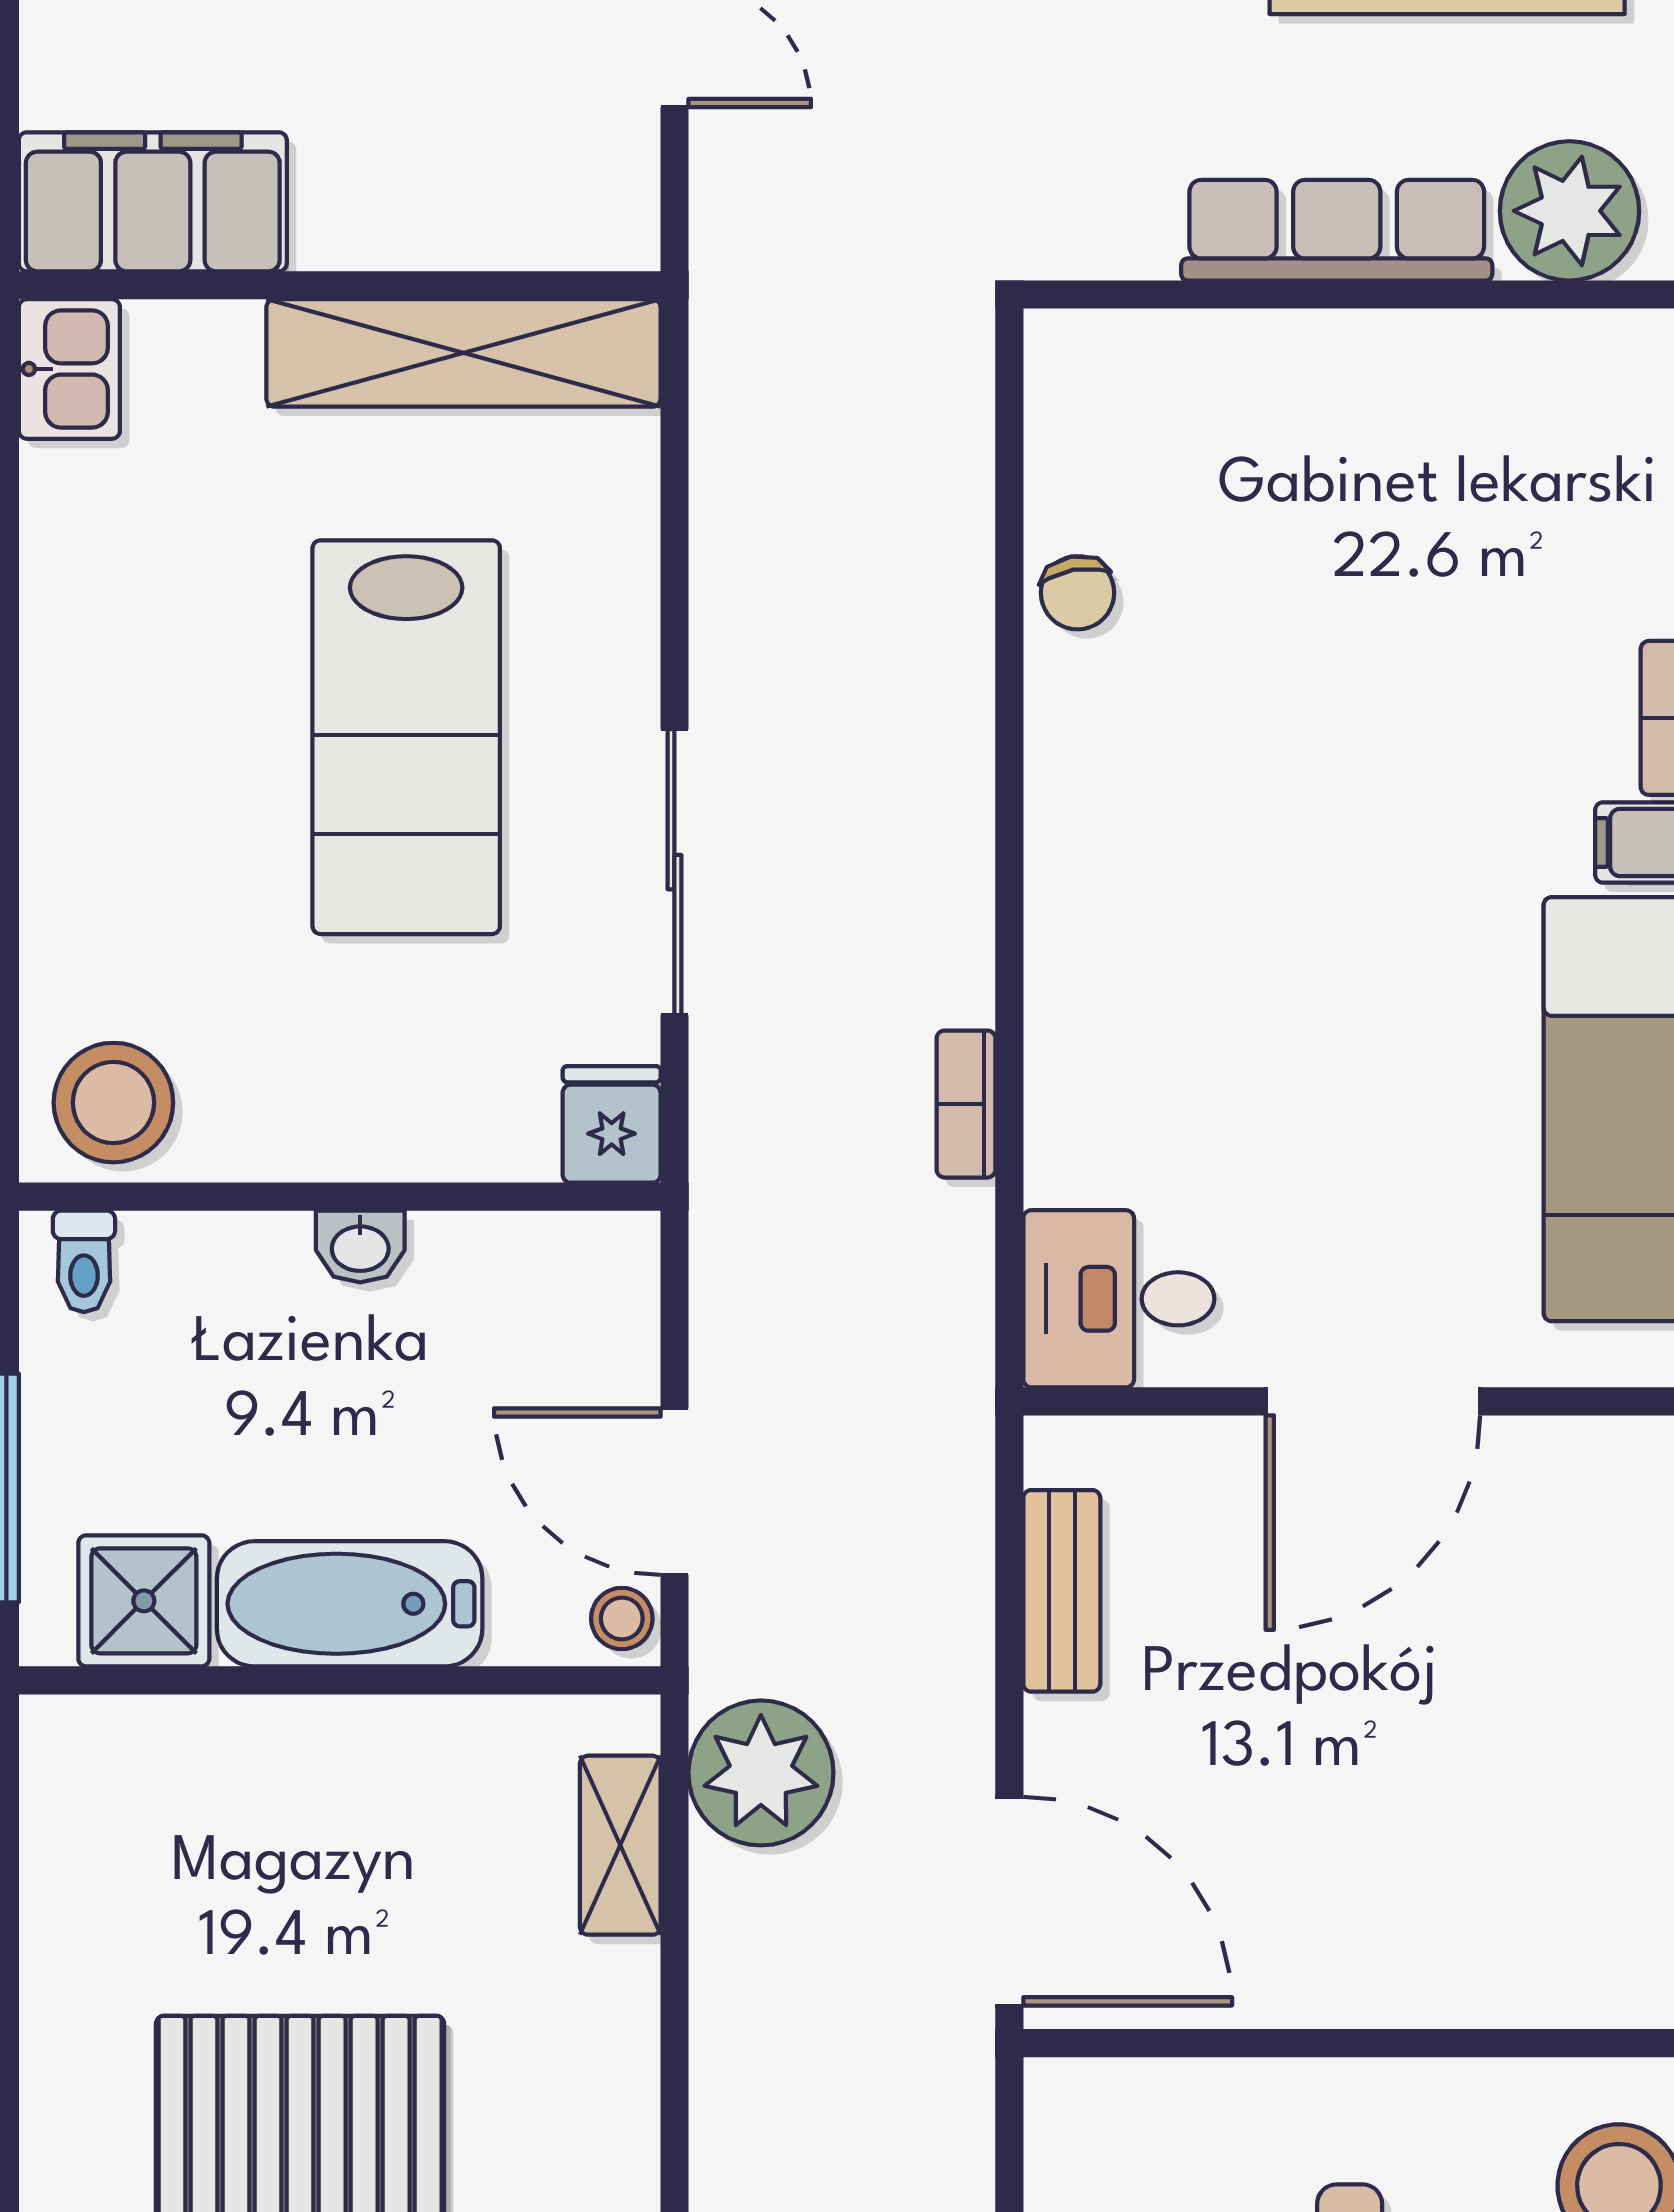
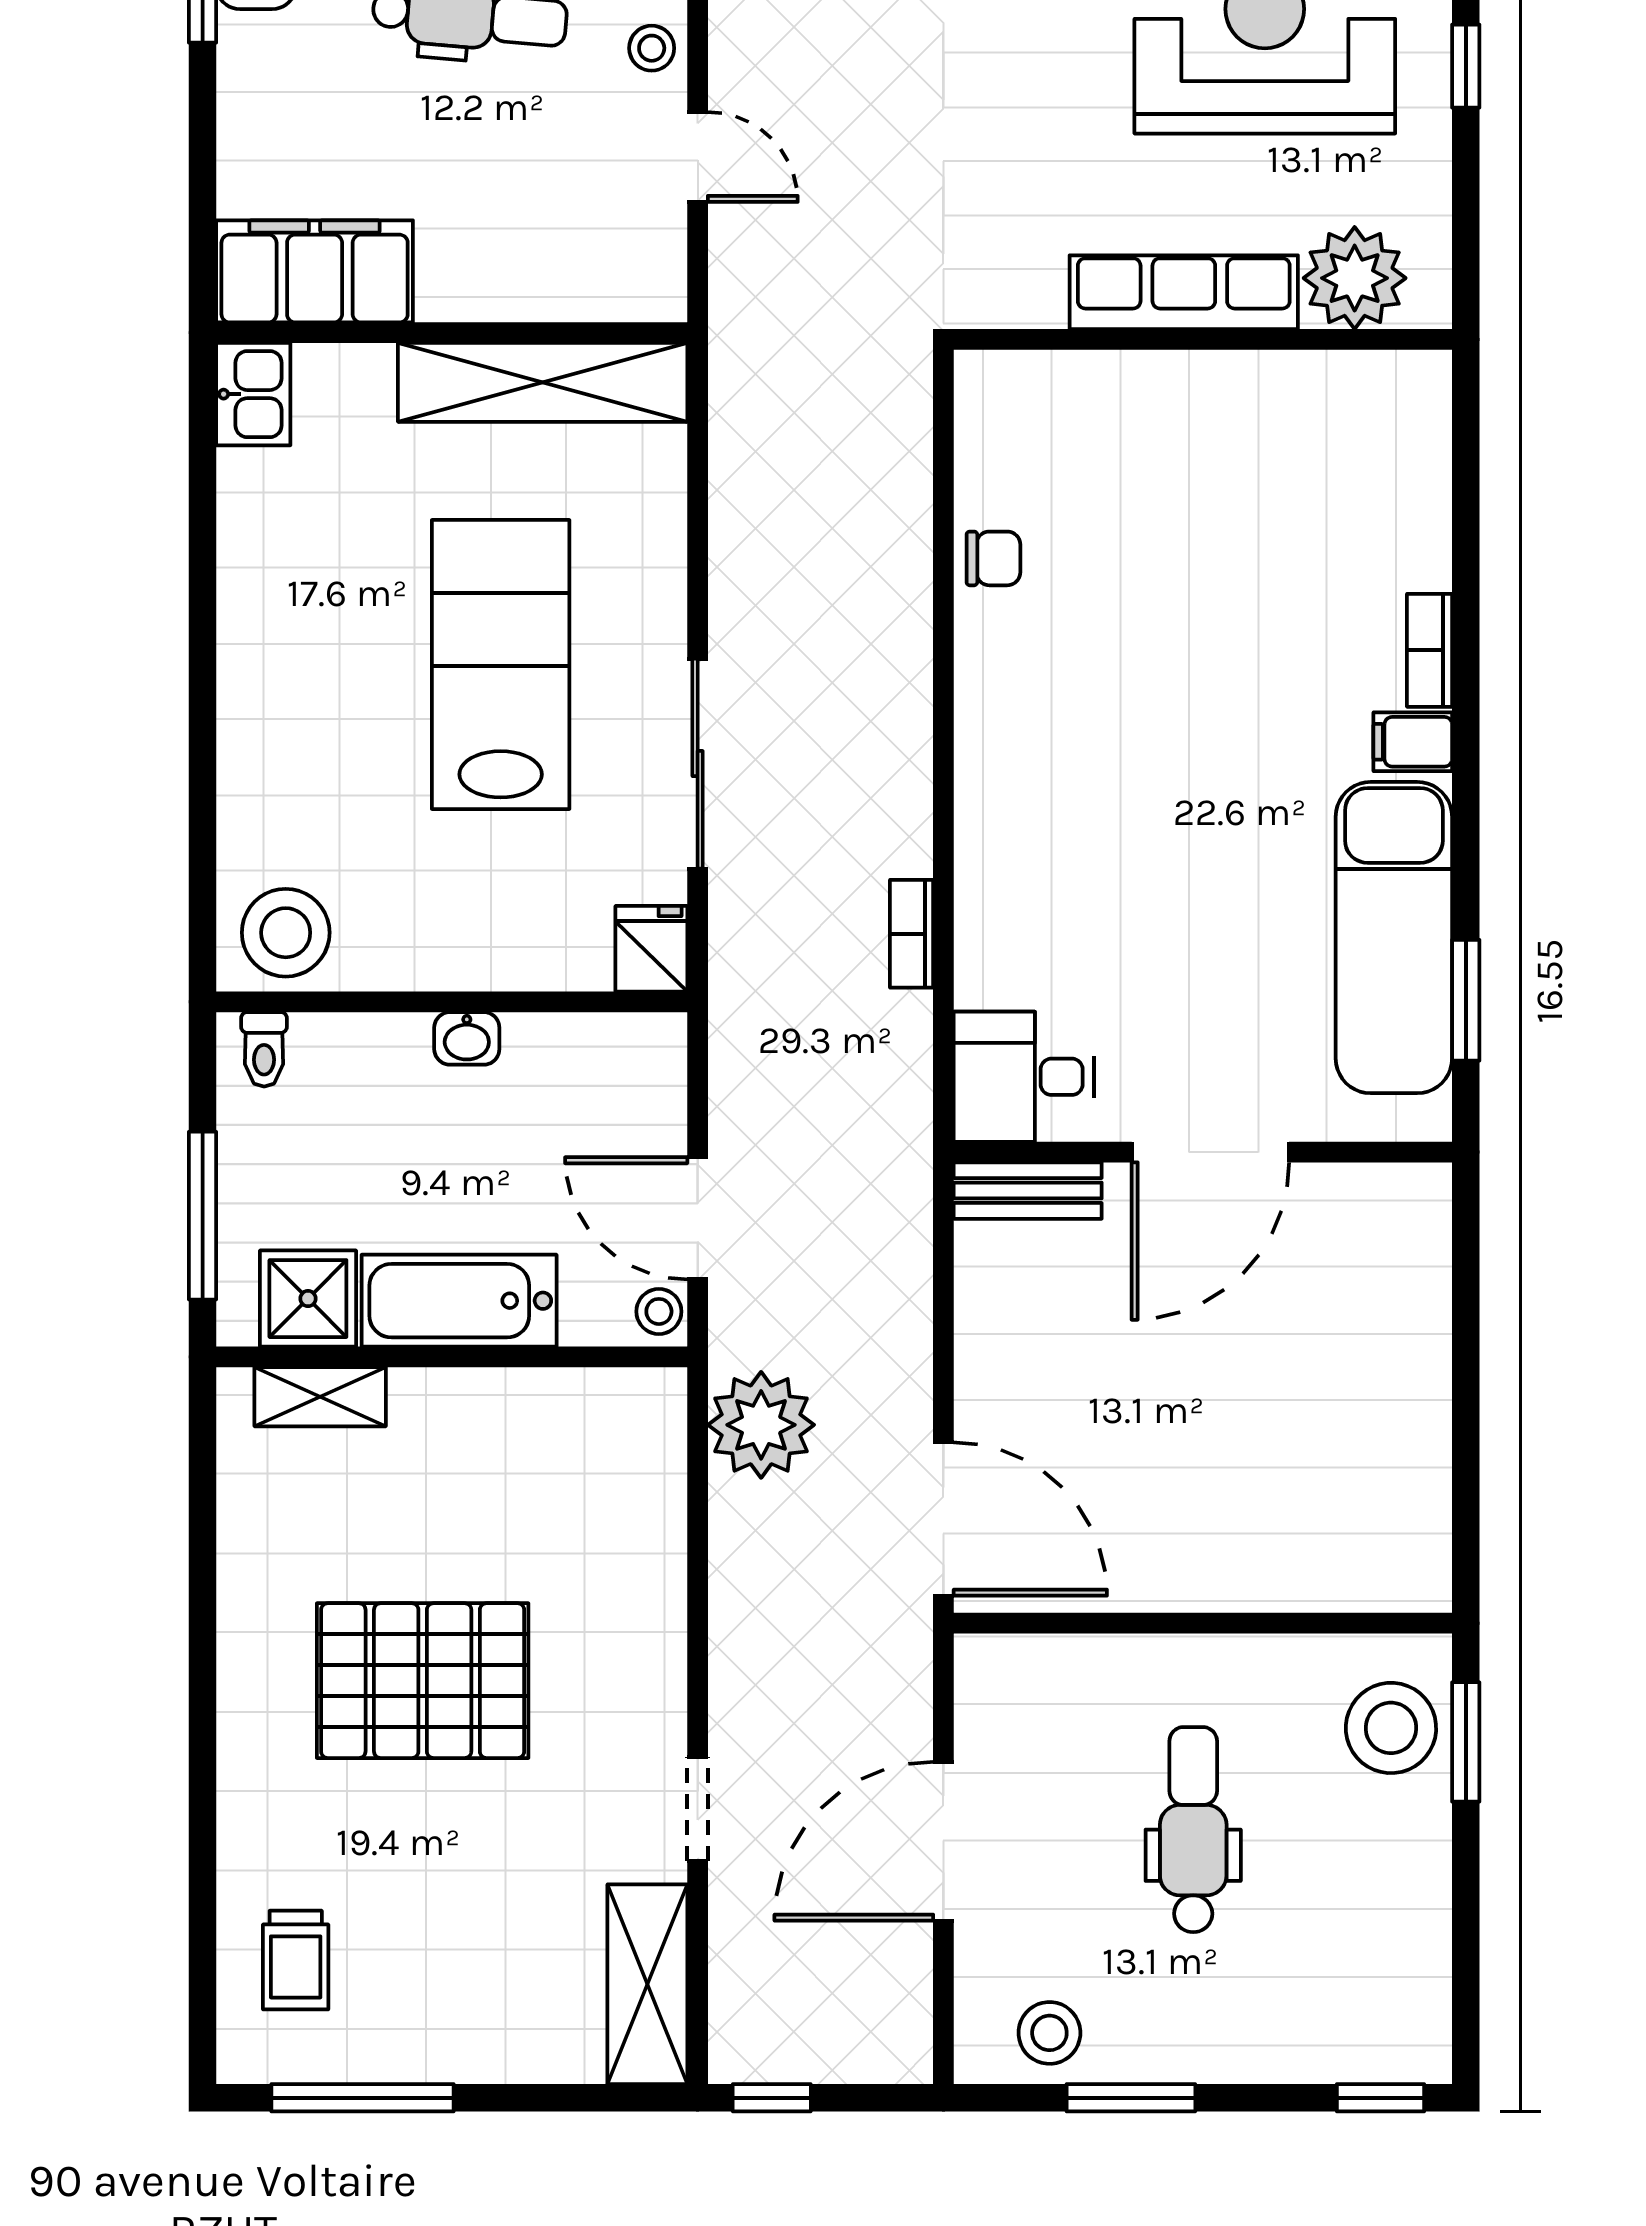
chair: (1077, 593) -> (993, 558), turned -80
lab bench: (406, 737) -> (501, 664), turned 180
bench: (1062, 1591) -> (1028, 1191), moved, turned 90
shelving: (620, 1845) -> (320, 1397), moved, turned 90

